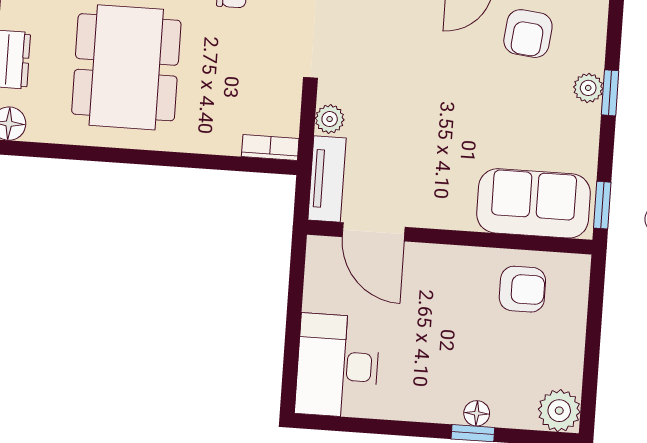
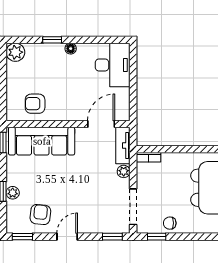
sofa: (533, 203) -> (42, 141), width x1.36
door: (374, 232) -> (101, 124), hinge flipped
floor lamp: (477, 413) -> (71, 49), moved

